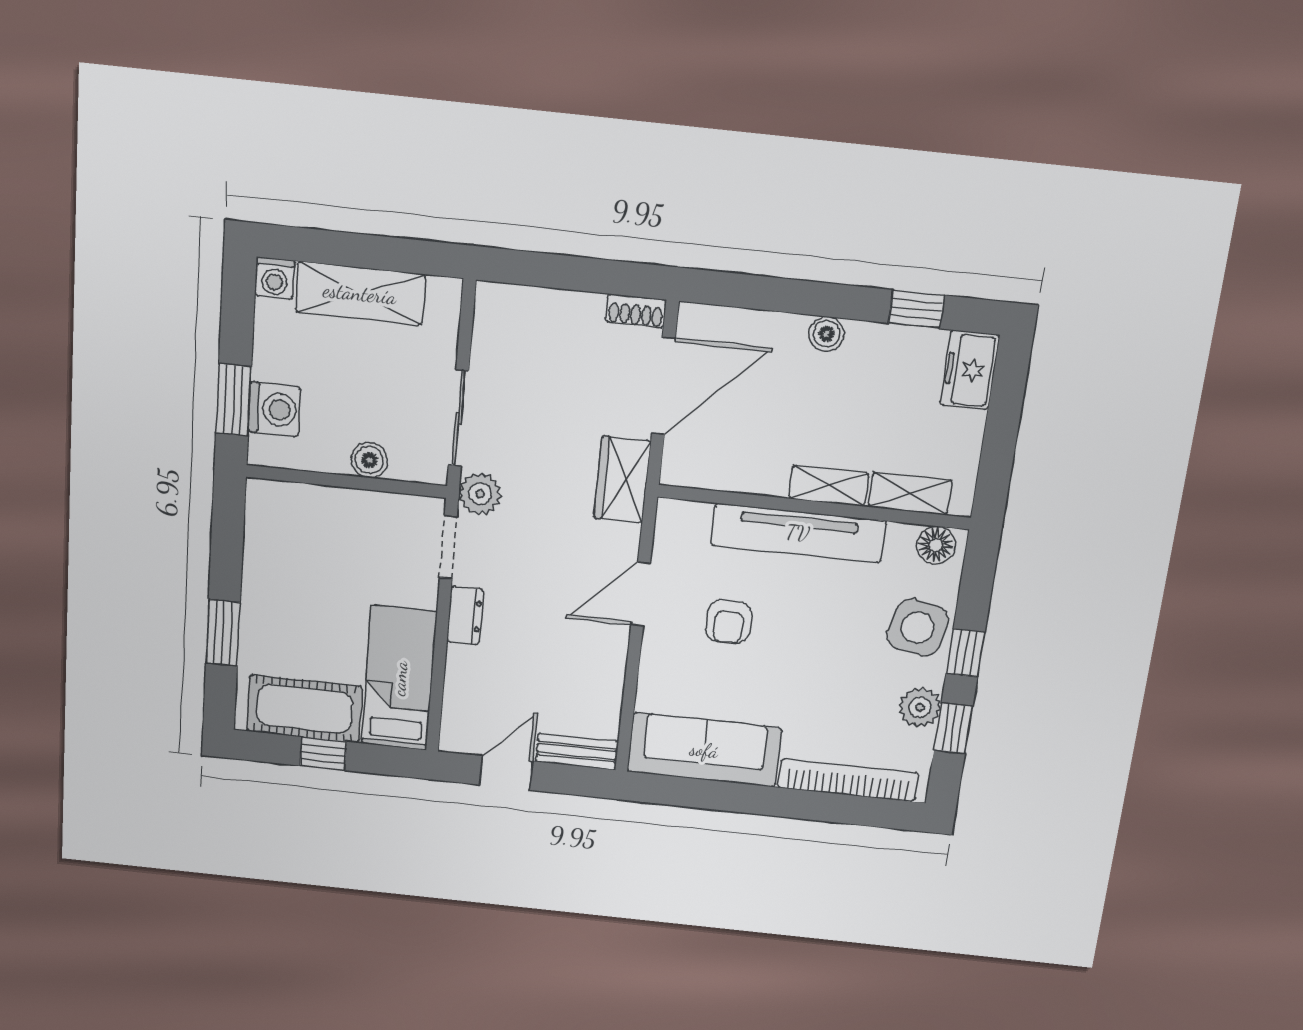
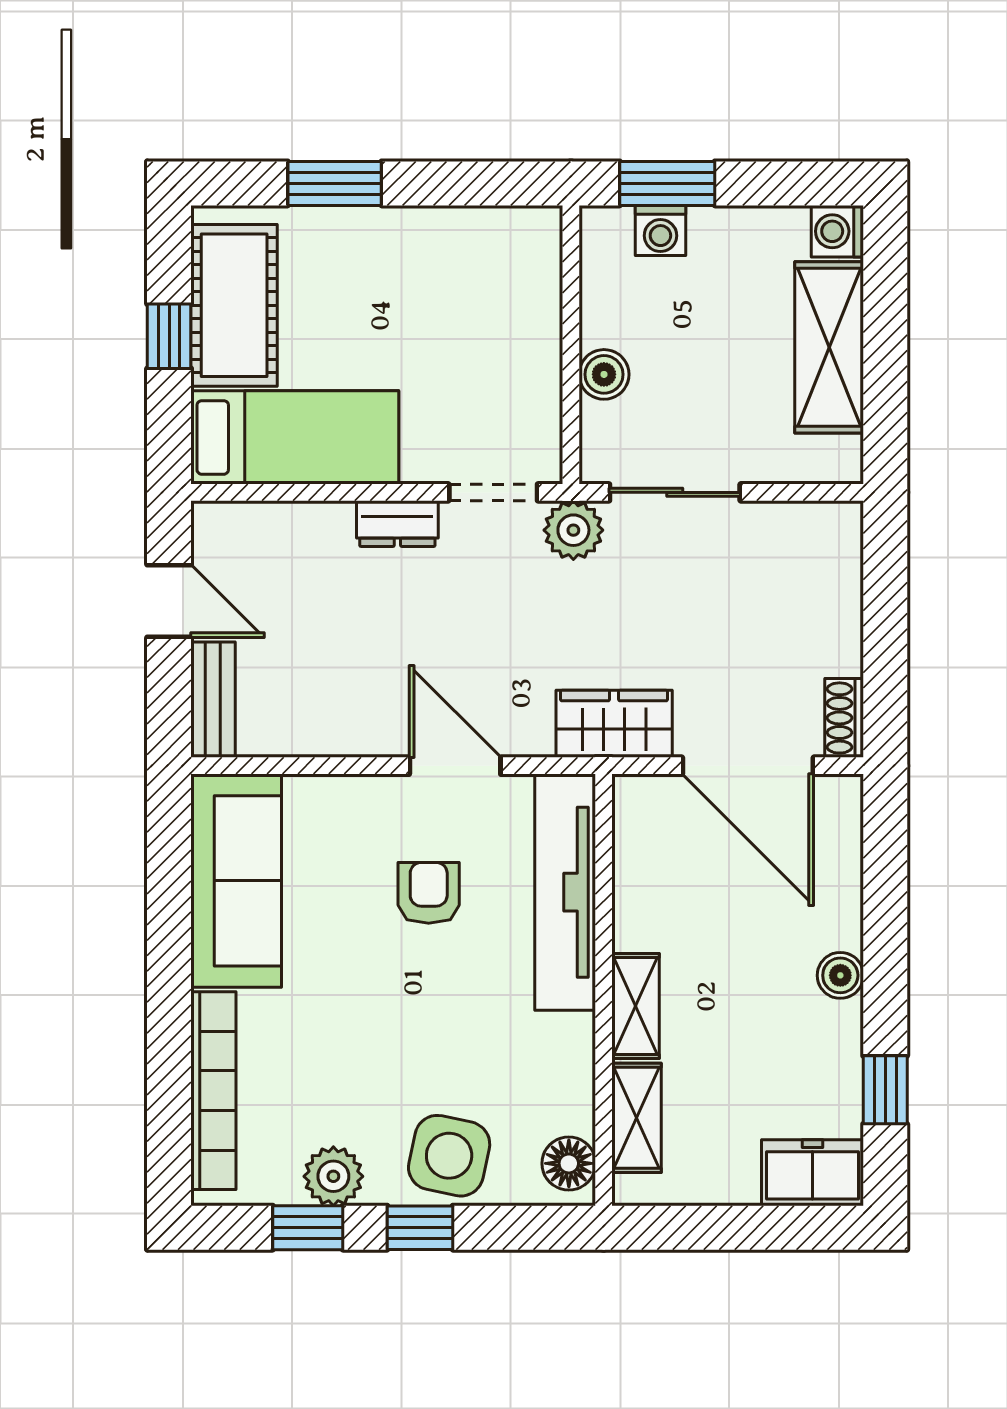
washing machine: (274, 409) -> (660, 231), width x0.73, depth x0.73
tv unit: (798, 533) -> (565, 892), moved
armchair: (729, 622) -> (429, 893), turned 90

